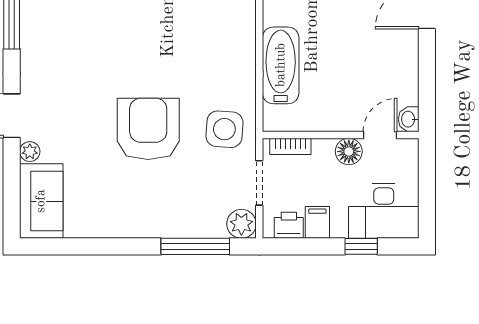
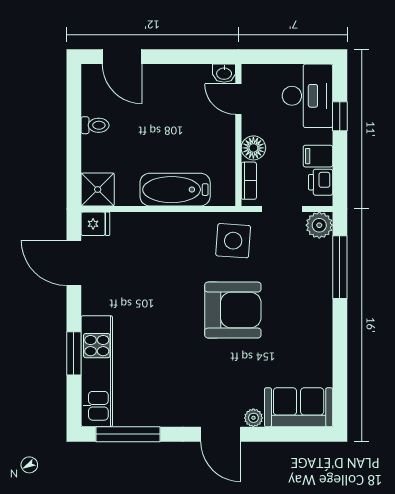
armchair: (148, 129) -> (233, 310), turned 180
floor lamp: (349, 151) -> (253, 148), moved

